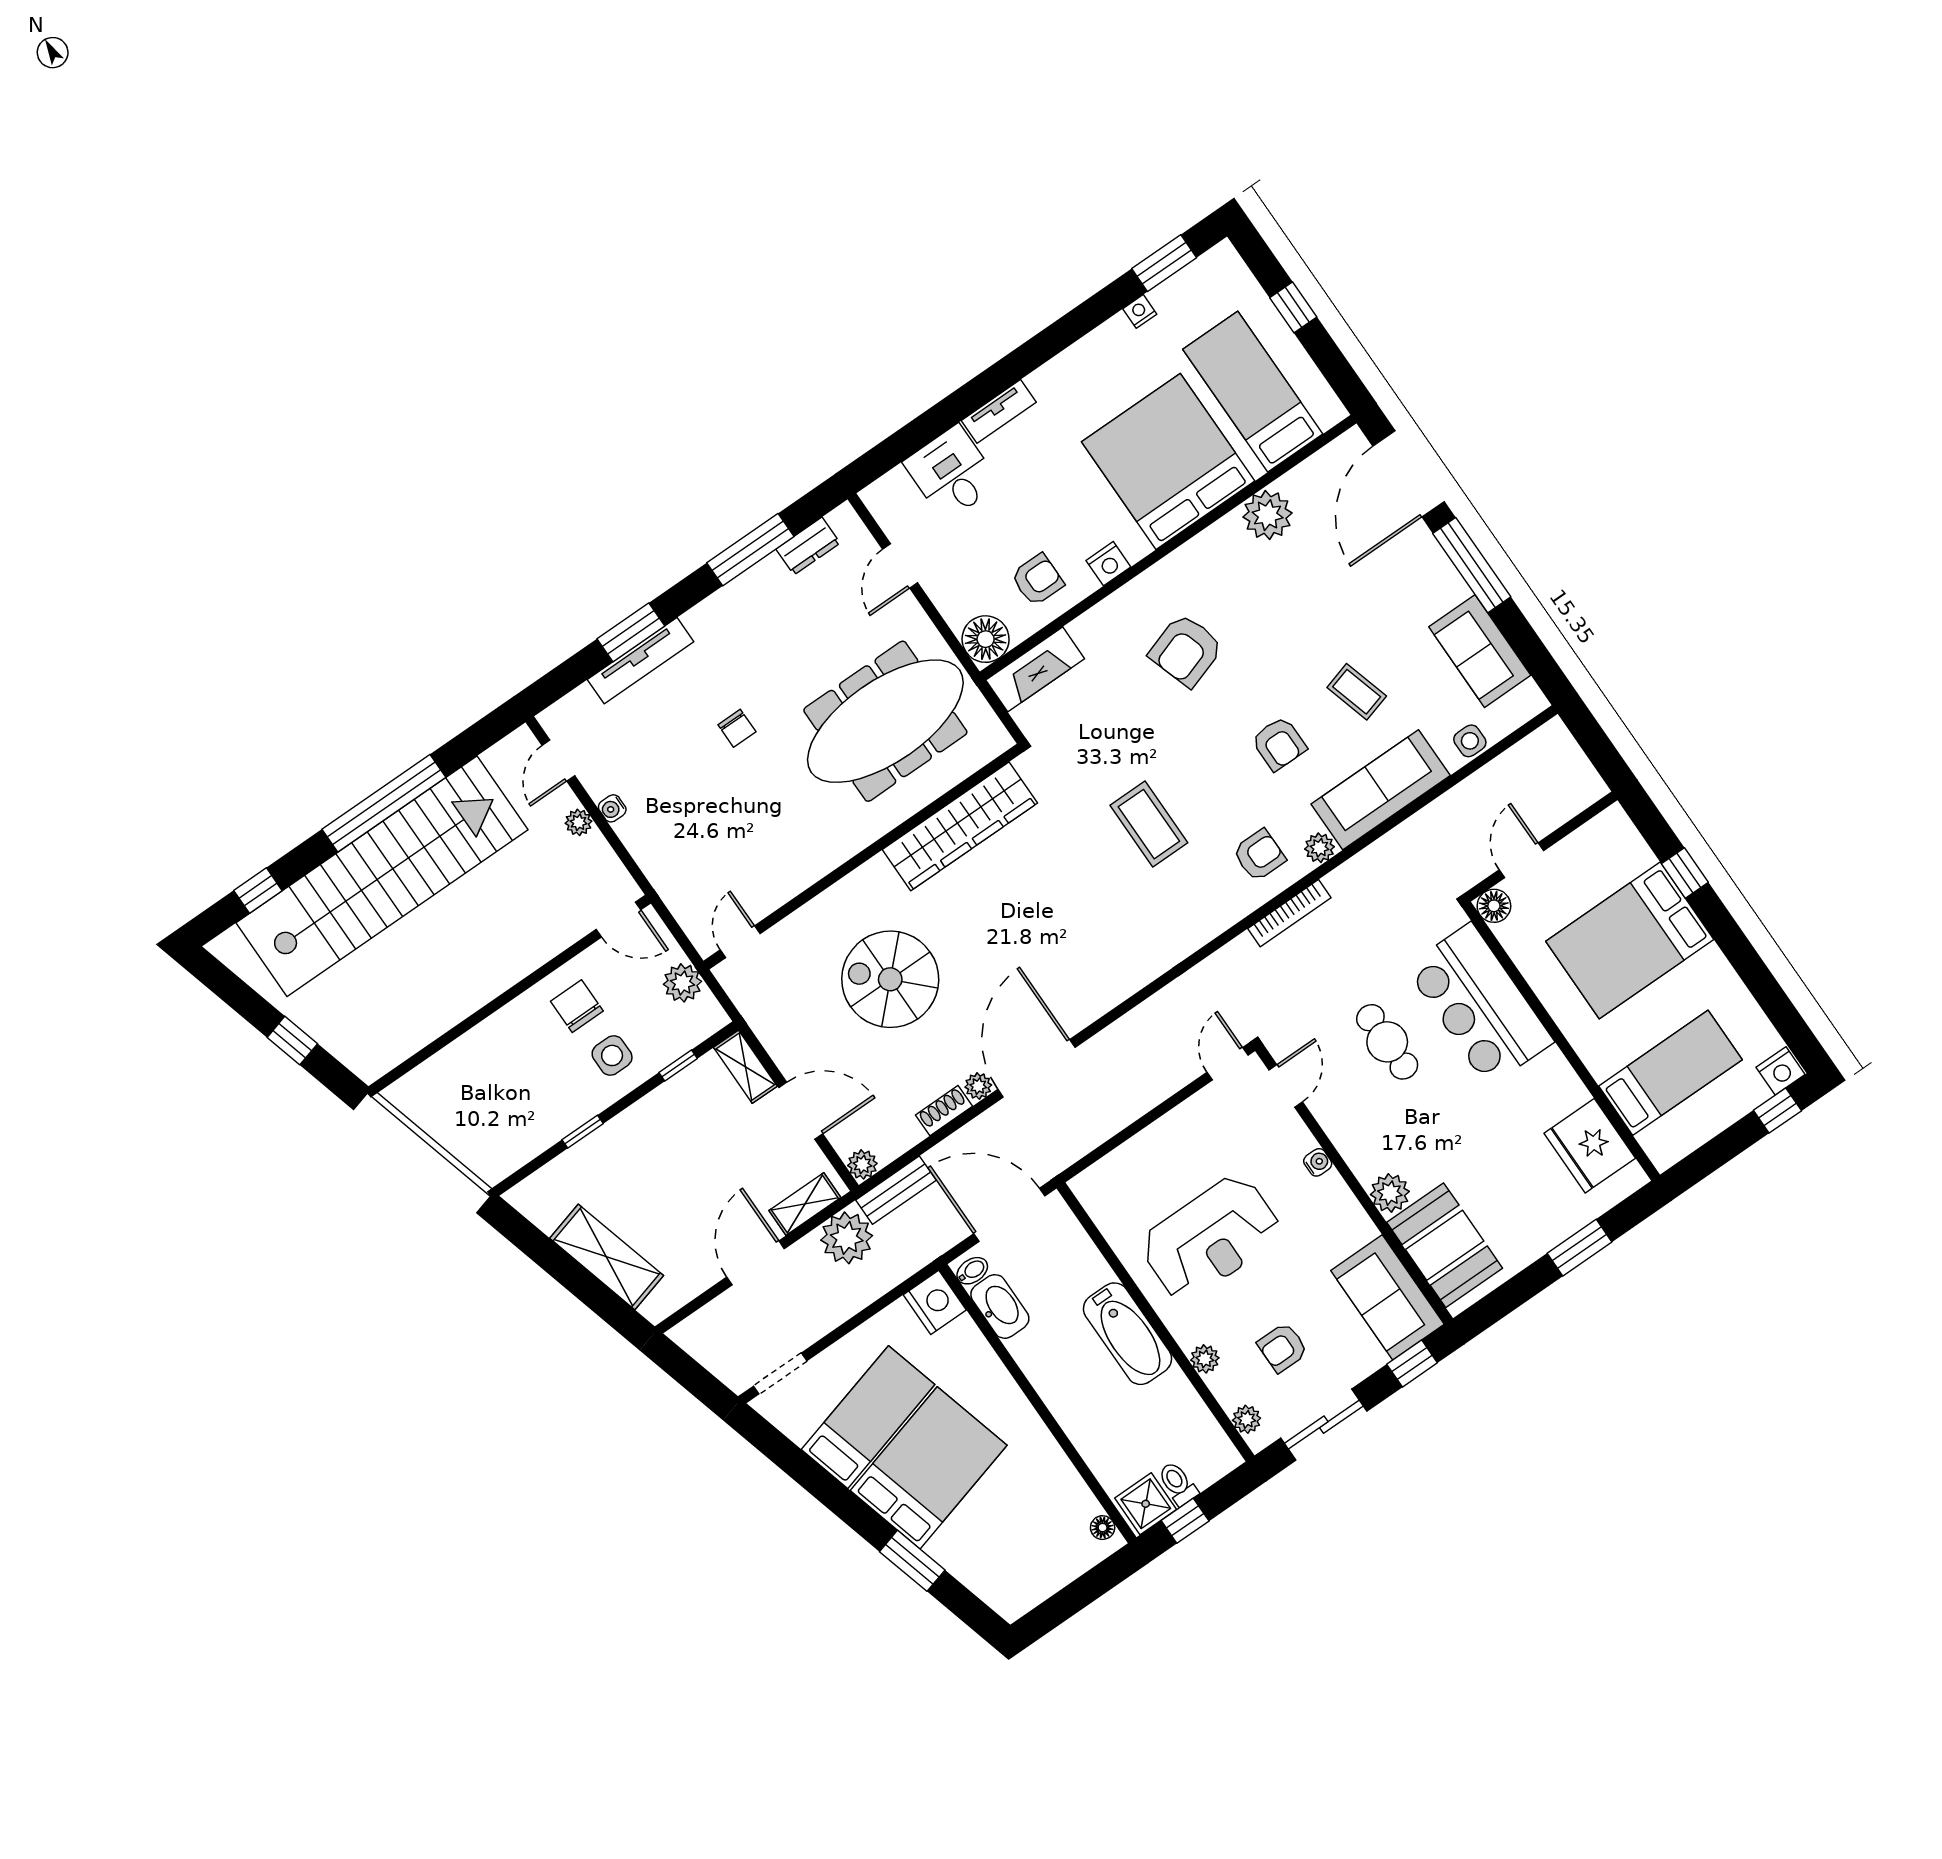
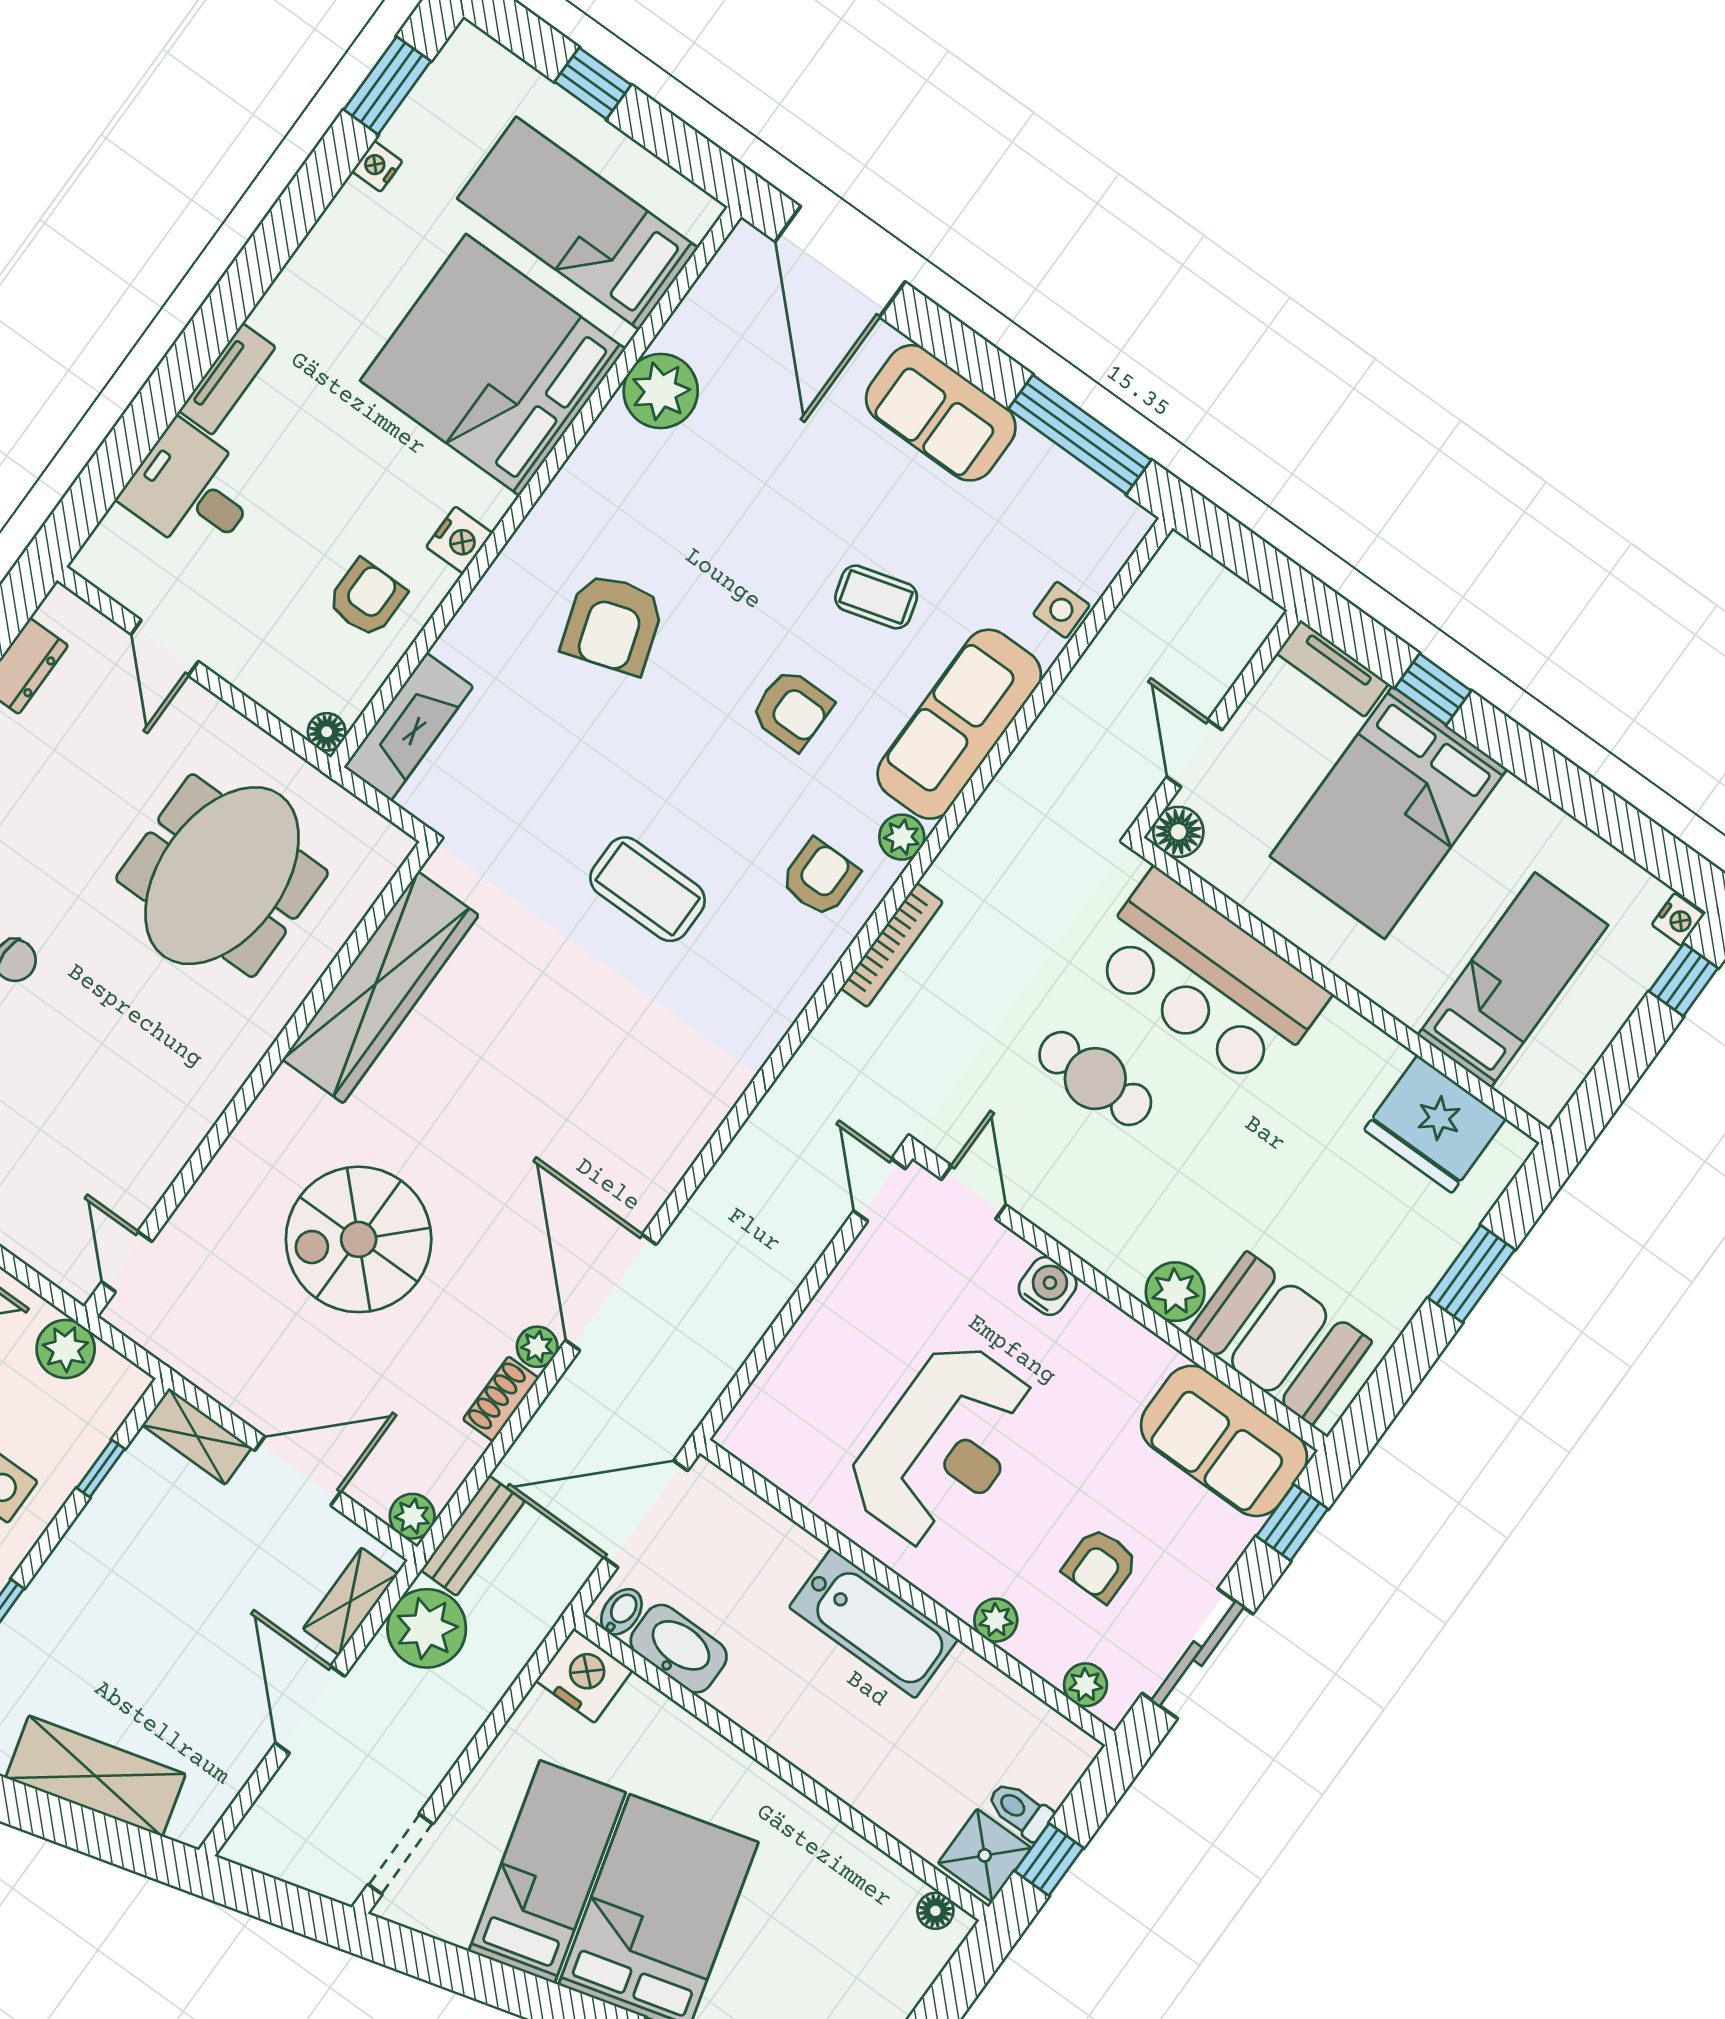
window: (1472, 565) -> (1080, 434), moved
floor lamp: (986, 639) -> (327, 732), width x0.53, depth x0.53
sofa: (1480, 651) -> (941, 413), moved
meeting table: (885, 721) -> (222, 876), width x0.73
tv unit: (1627, 838) -> (1333, 668), added
nightstand: (1781, 1071) -> (1678, 920), width x0.72, depth x0.74
water cooler: (1318, 1162) -> (1048, 1286), width x1.38, depth x1.38

